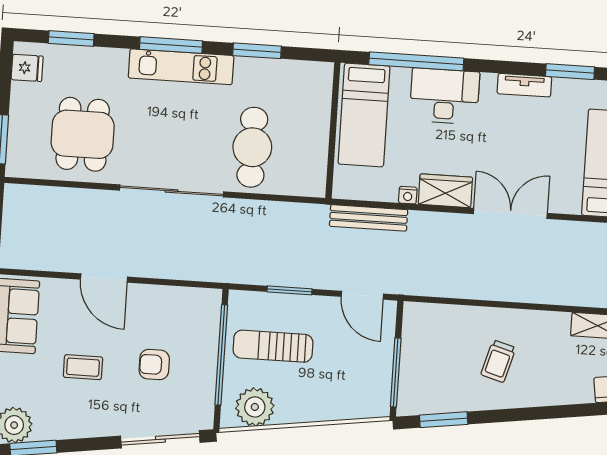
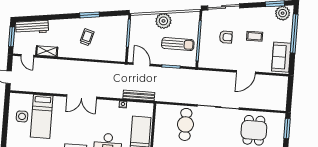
wardrobe: (445, 191) -> (108, 106), removed
door: (104, 278) -> (246, 72), swing flipped
plant: (255, 407) -> (163, 21), moved
window: (444, 420) -> (90, 15), moved

